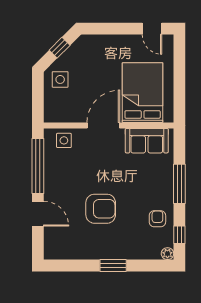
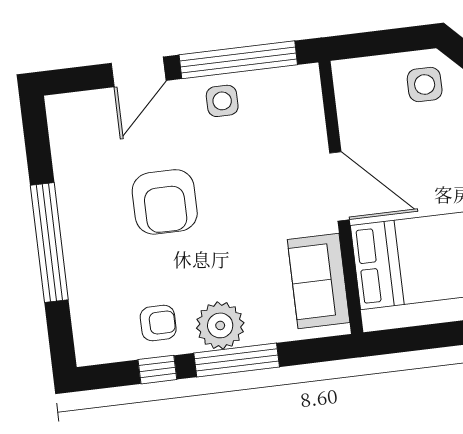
side table: (64, 140) -> (222, 101), moved
window: (179, 235) -> (157, 370), moved
plant: (167, 254) -> (220, 325), moved, width x1.88, depth x1.88
window: (113, 265) -> (49, 242), width x2.11

